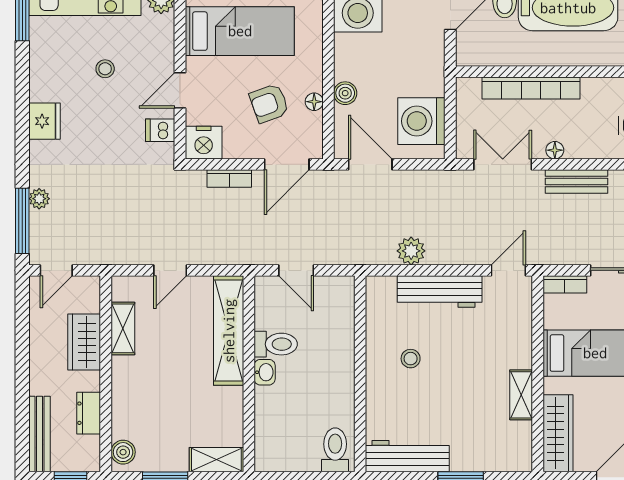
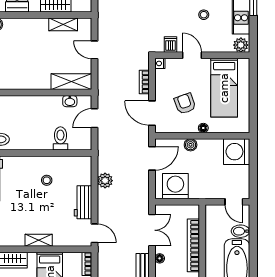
floor lamp: (314, 102) -> (203, 128), moved
nightstand: (204, 143) -> (160, 63), width x0.53, depth x0.56
workbench: (440, 292) -> (83, 202), width x0.73
shelving: (229, 331) -> (71, 82), width x0.68
toilet: (276, 344) -> (60, 138), moved, turned 180
washbasin: (265, 372) -> (70, 101), moved
shelving: (521, 395) -> (39, 240), moved

